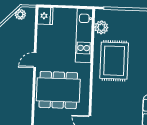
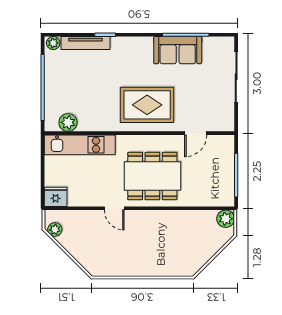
rug: (114, 61) -> (147, 105), moved
dining table: (58, 90) -> (152, 176), turned 90

